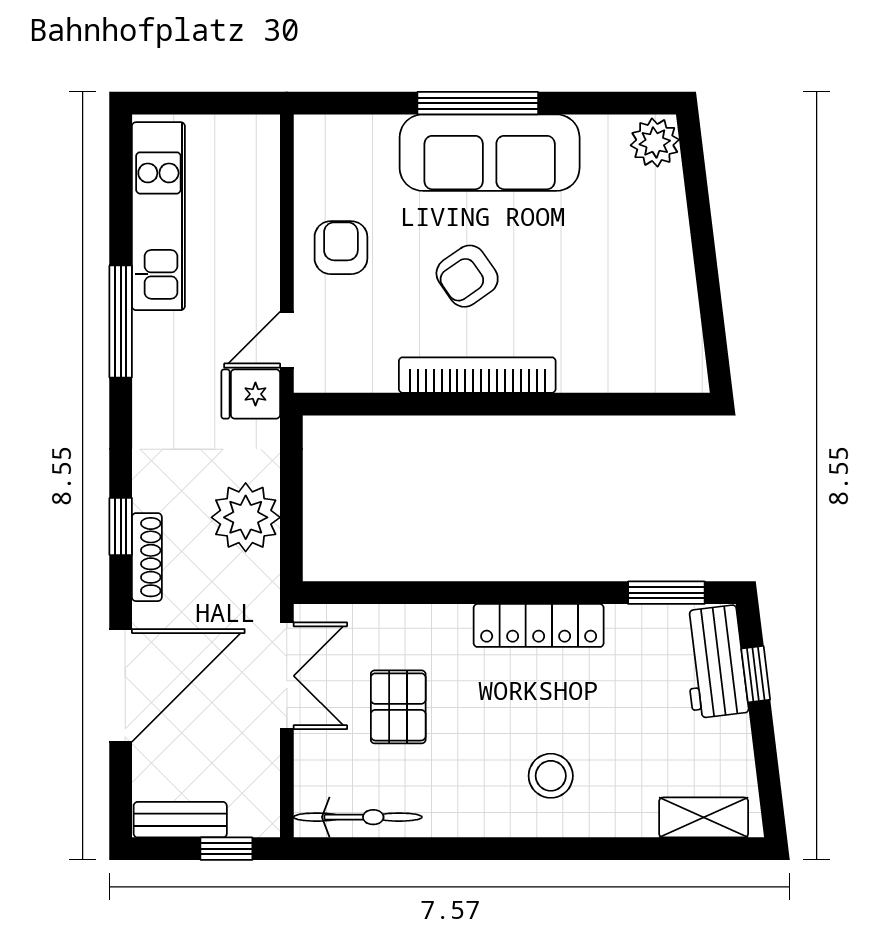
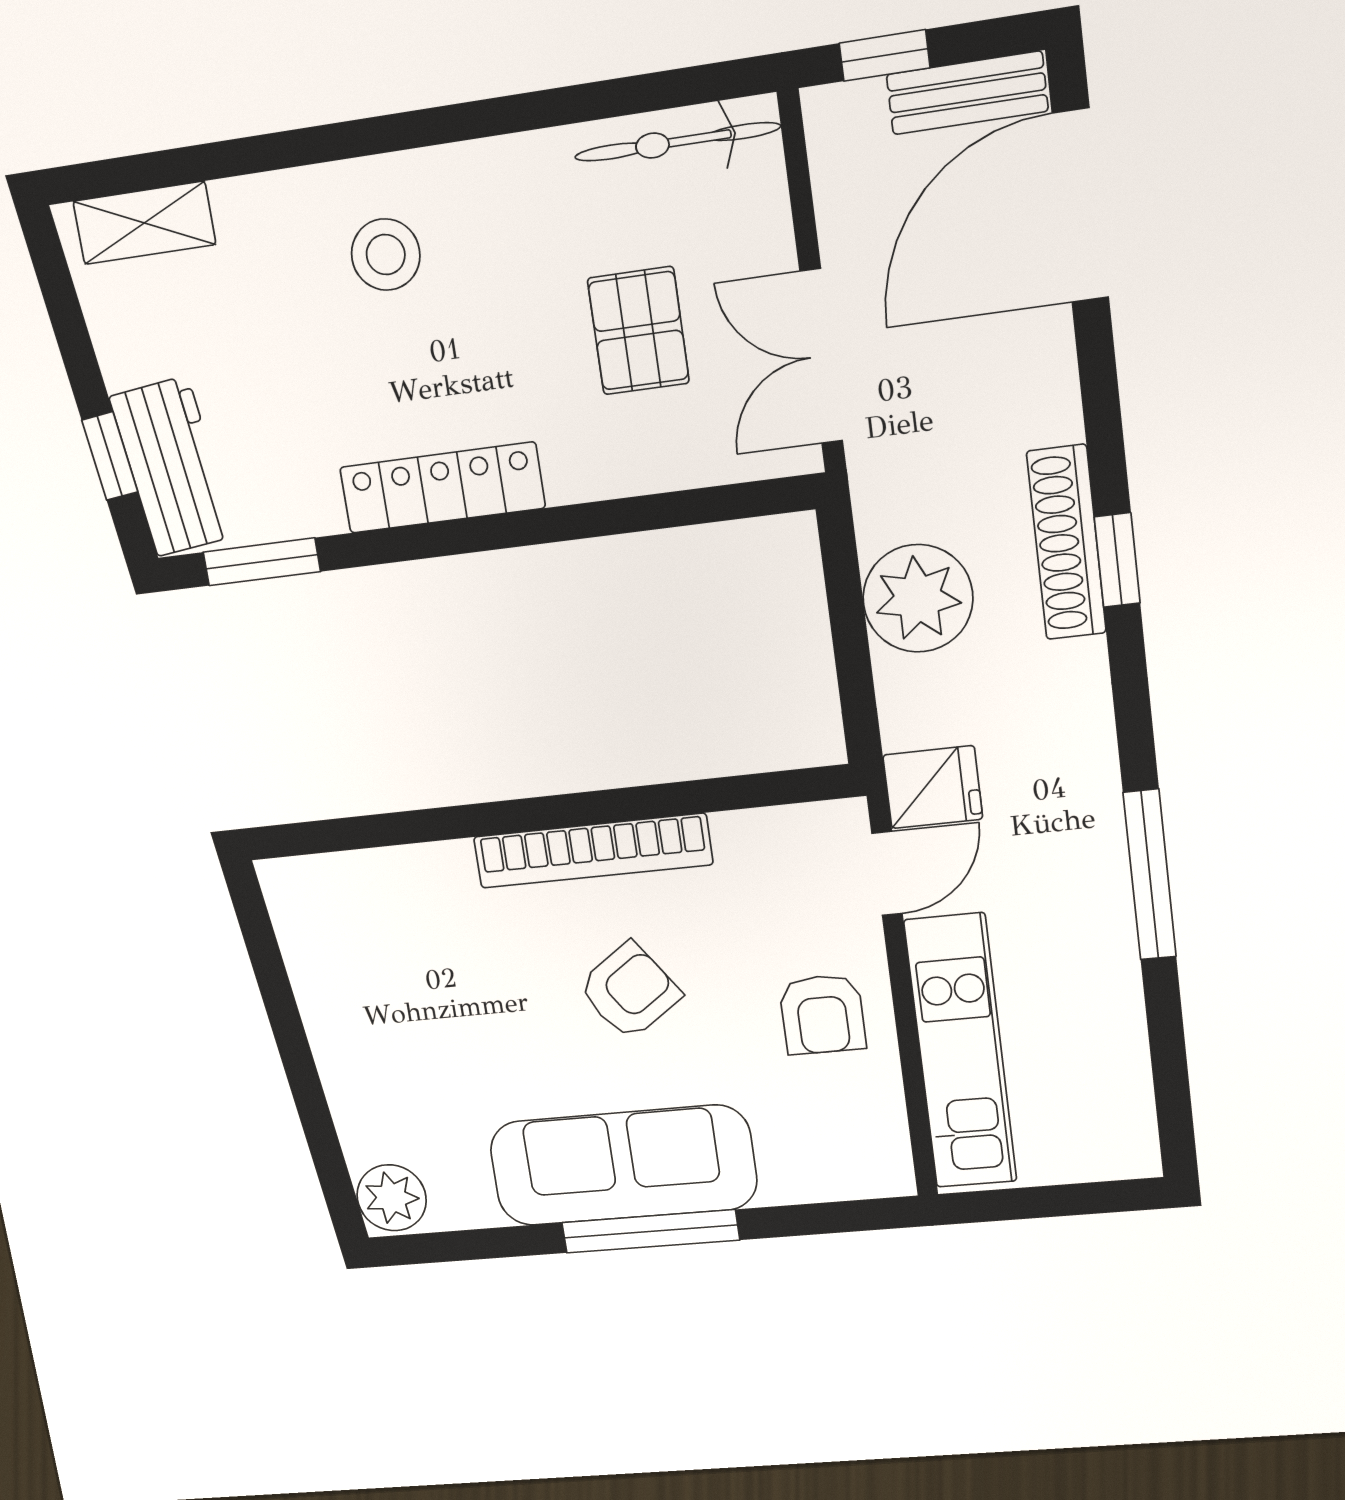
kitchen unit: (158, 216) -> (961, 1052), moved, turned 180
shoe rack: (147, 557) -> (1066, 542), width x1.36, depth x1.24
door: (121, 685) -> (1080, 206), moved

